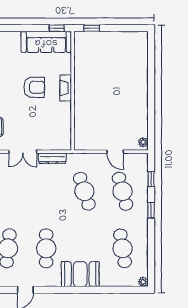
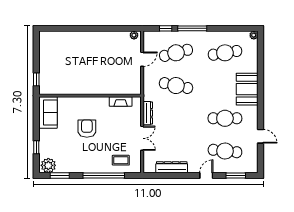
window: (57, 28) -> (36, 147), moved
sofa: (46, 42) -> (48, 113), width x0.73
fireplace: (66, 88) -> (121, 102), moved
cafe table: (84, 191) -> (176, 86), turned 30
window: (151, 210) -> (192, 28), width x2.17

